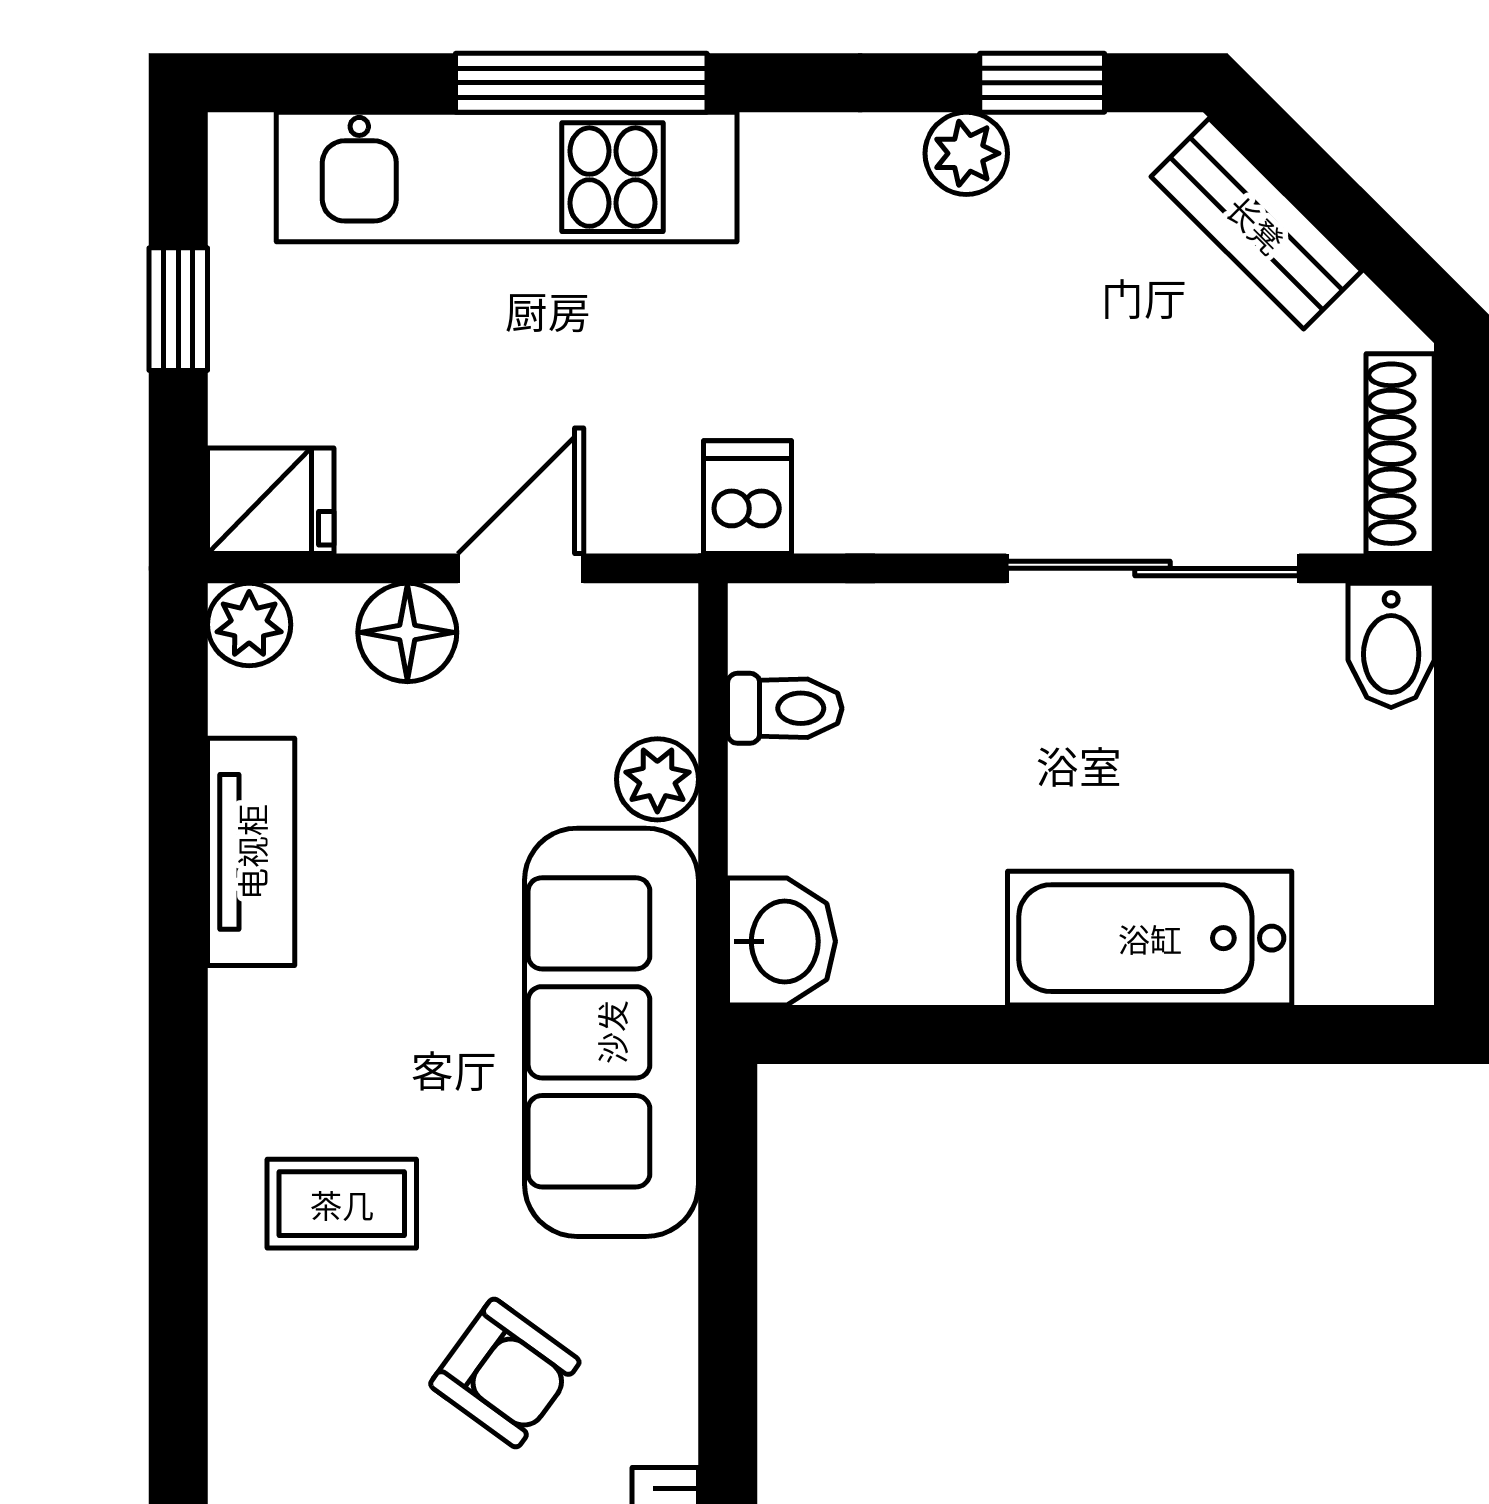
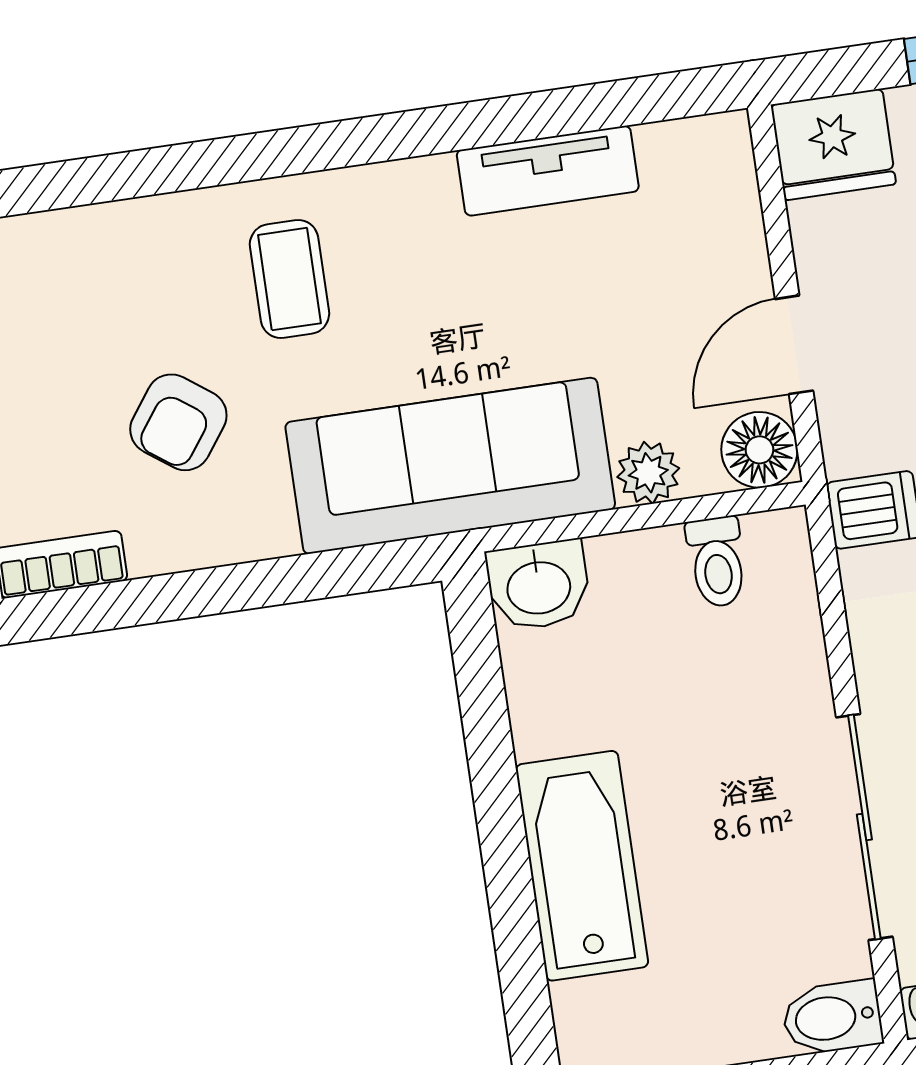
fridge: (271, 501) -> (833, 144), width x1.38
door: (521, 568) -> (794, 345), swing flipped
plant: (249, 625) -> (721, 144), removed
floor lamp: (407, 632) -> (759, 450), moved

